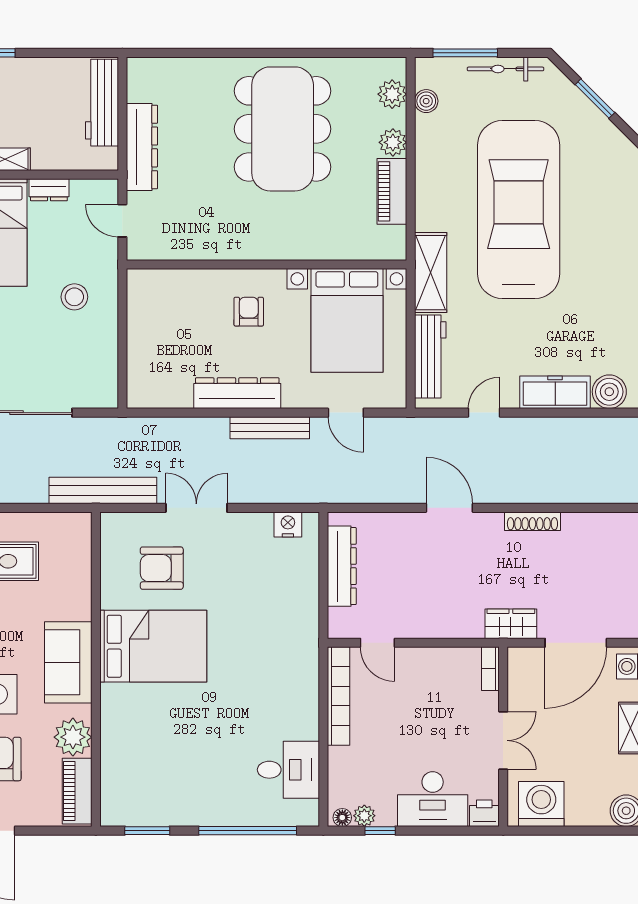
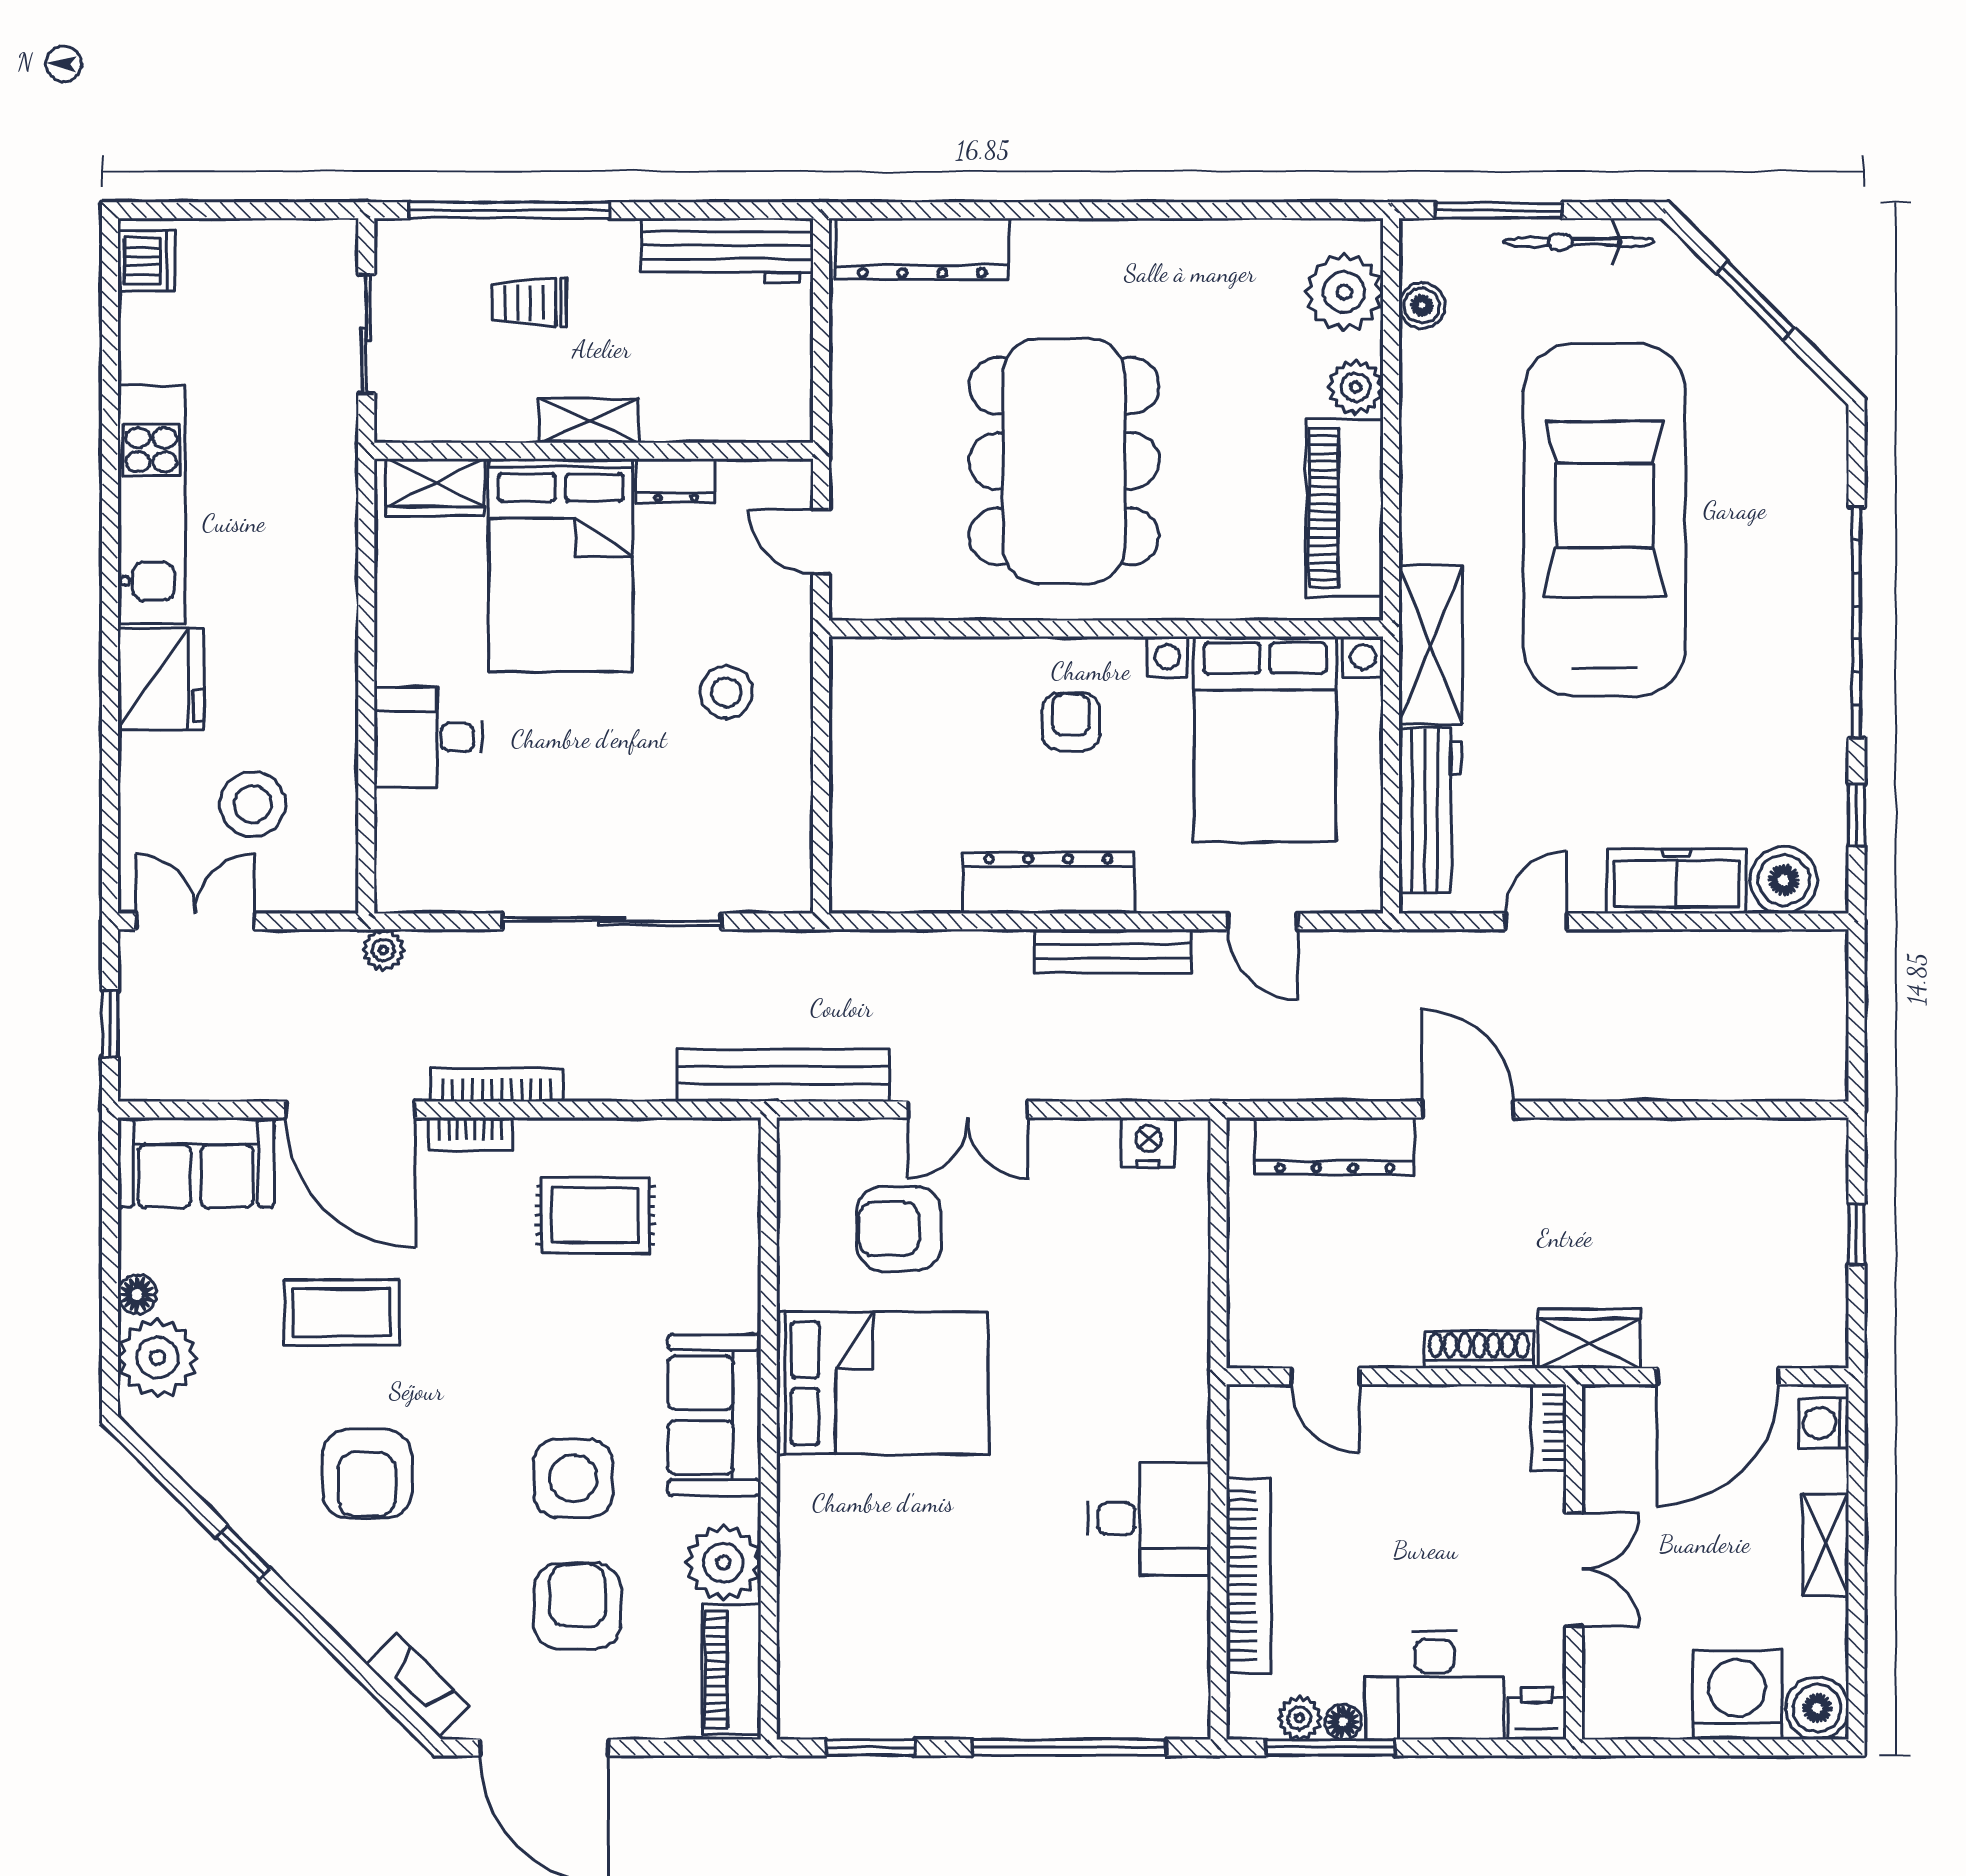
plant: (392, 94) -> (1344, 292), width x1.36, depth x1.36
workbench: (102, 103) -> (727, 250), moved, turned -90
dining table: (283, 129) -> (1064, 461), moved
dresser: (142, 147) -> (922, 249), moved, turned 90
piano: (392, 191) -> (1345, 508), width x1.37, depth x1.33
double door: (196, 508) -> (968, 1110), swing flipped
shoe rack: (532, 521) -> (1479, 1350), moved, turned 180
dresser: (342, 566) -> (1335, 1146), moved, turned 90
bookcase: (338, 696) -> (1248, 1575), moved
desk: (288, 770) -> (1149, 1519), moved
washing machine: (541, 804) -> (1737, 1695), moved
floor lamp: (342, 818) -> (1343, 1722), moved
window: (380, 831) -> (1331, 1748), width x2.17

